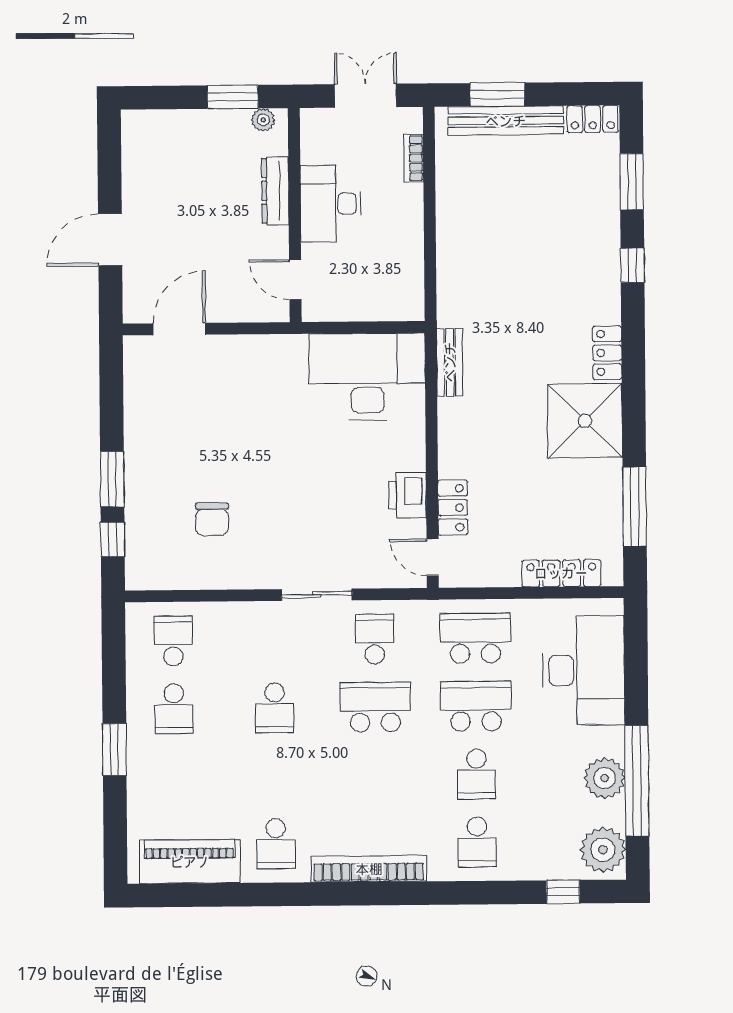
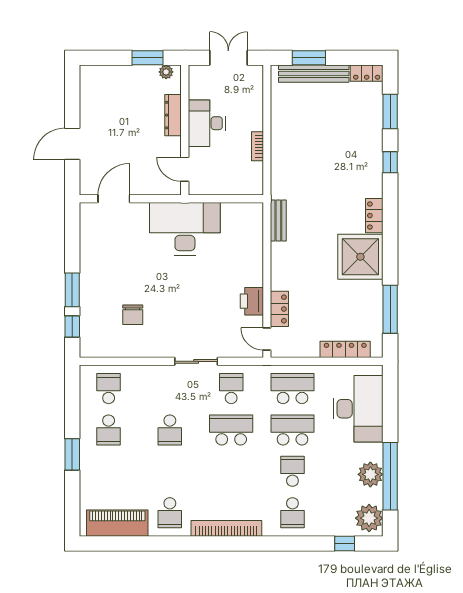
bookcase: (414, 158) -> (257, 146), moved
desk: (367, 377) -> (185, 229), moved
school desk: (477, 774) -> (292, 471), turned 180

